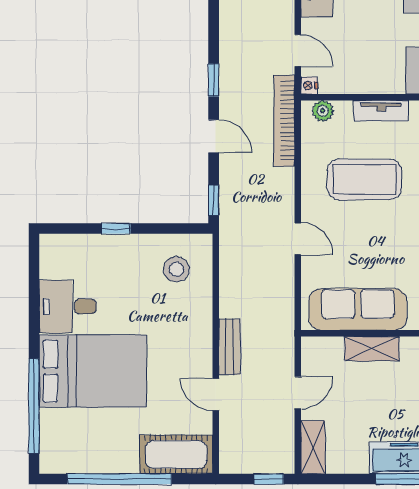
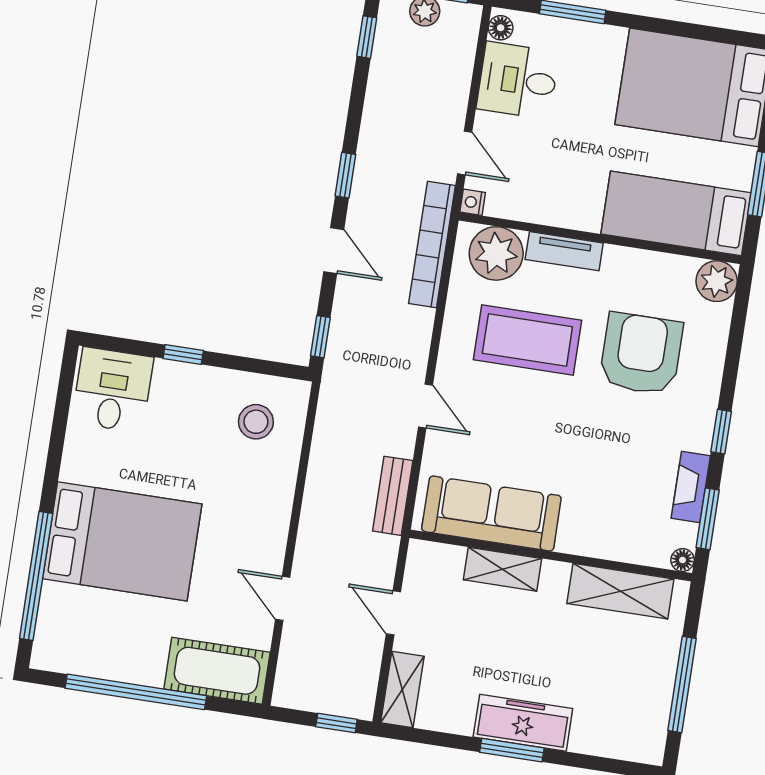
plant: (323, 111) -> (496, 253), width x1.87, depth x1.87
desk: (68, 306) -> (113, 390), moved, turned 90
bench: (229, 347) -> (393, 496), moved
door: (298, 393) -> (393, 613), swing flipped

